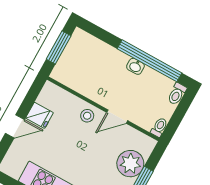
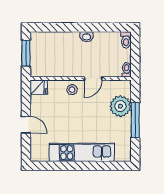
window: (150, 61) -> (94, 27), removed
fridge: (39, 115) -> (39, 87), moved
door: (15, 126) -> (26, 125), hinge flipped

